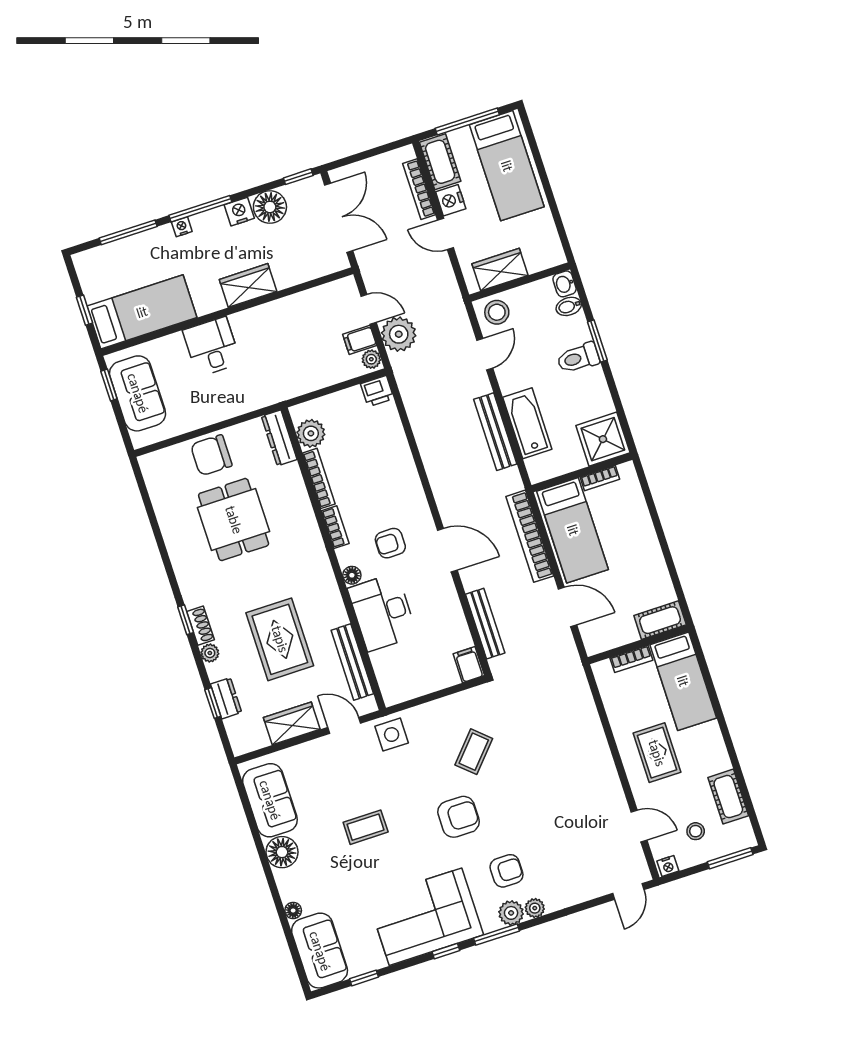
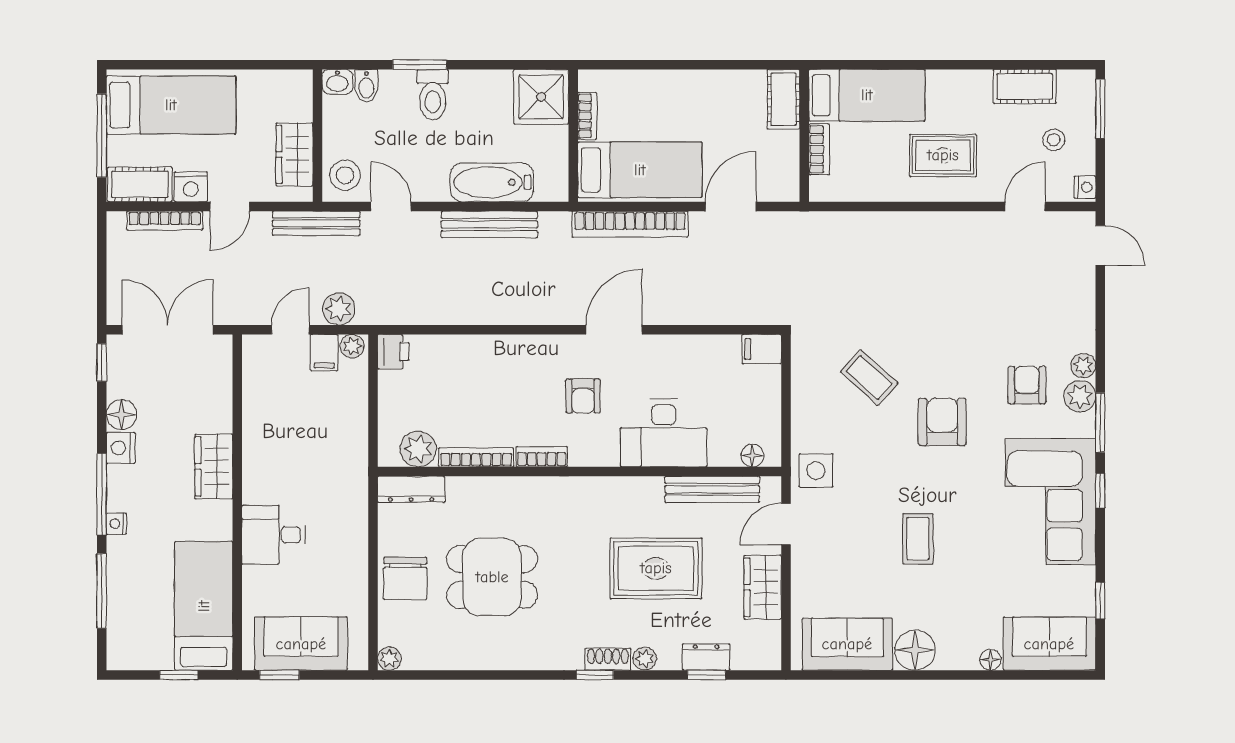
floor lamp: (270, 207) -> (122, 415), width x0.73, depth x0.73
plant: (399, 334) -> (339, 309), width x0.73, depth x0.73
plant: (148, 463) -> (389, 659), added
floor lamp: (352, 575) -> (752, 455), moved
bench: (485, 624) -> (316, 223), moved

